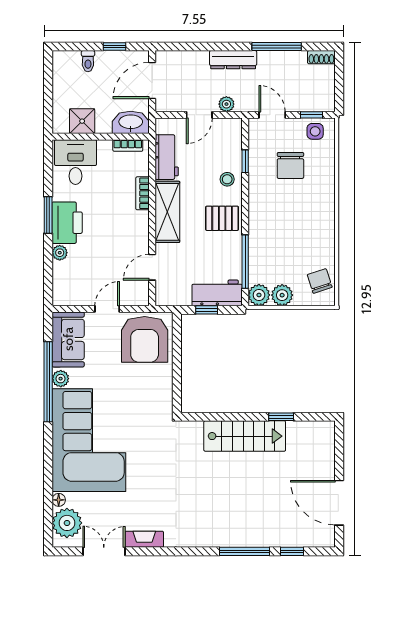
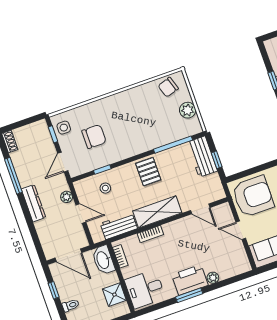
stool: (227, 179) -> (105, 188), moved
plant: (259, 295) -> (193, 127), removed

